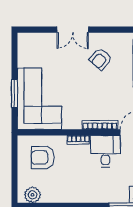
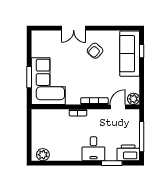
desk: (105, 151) -> (93, 149), moved, turned 180
armchair: (43, 158) -> (51, 126), removed

